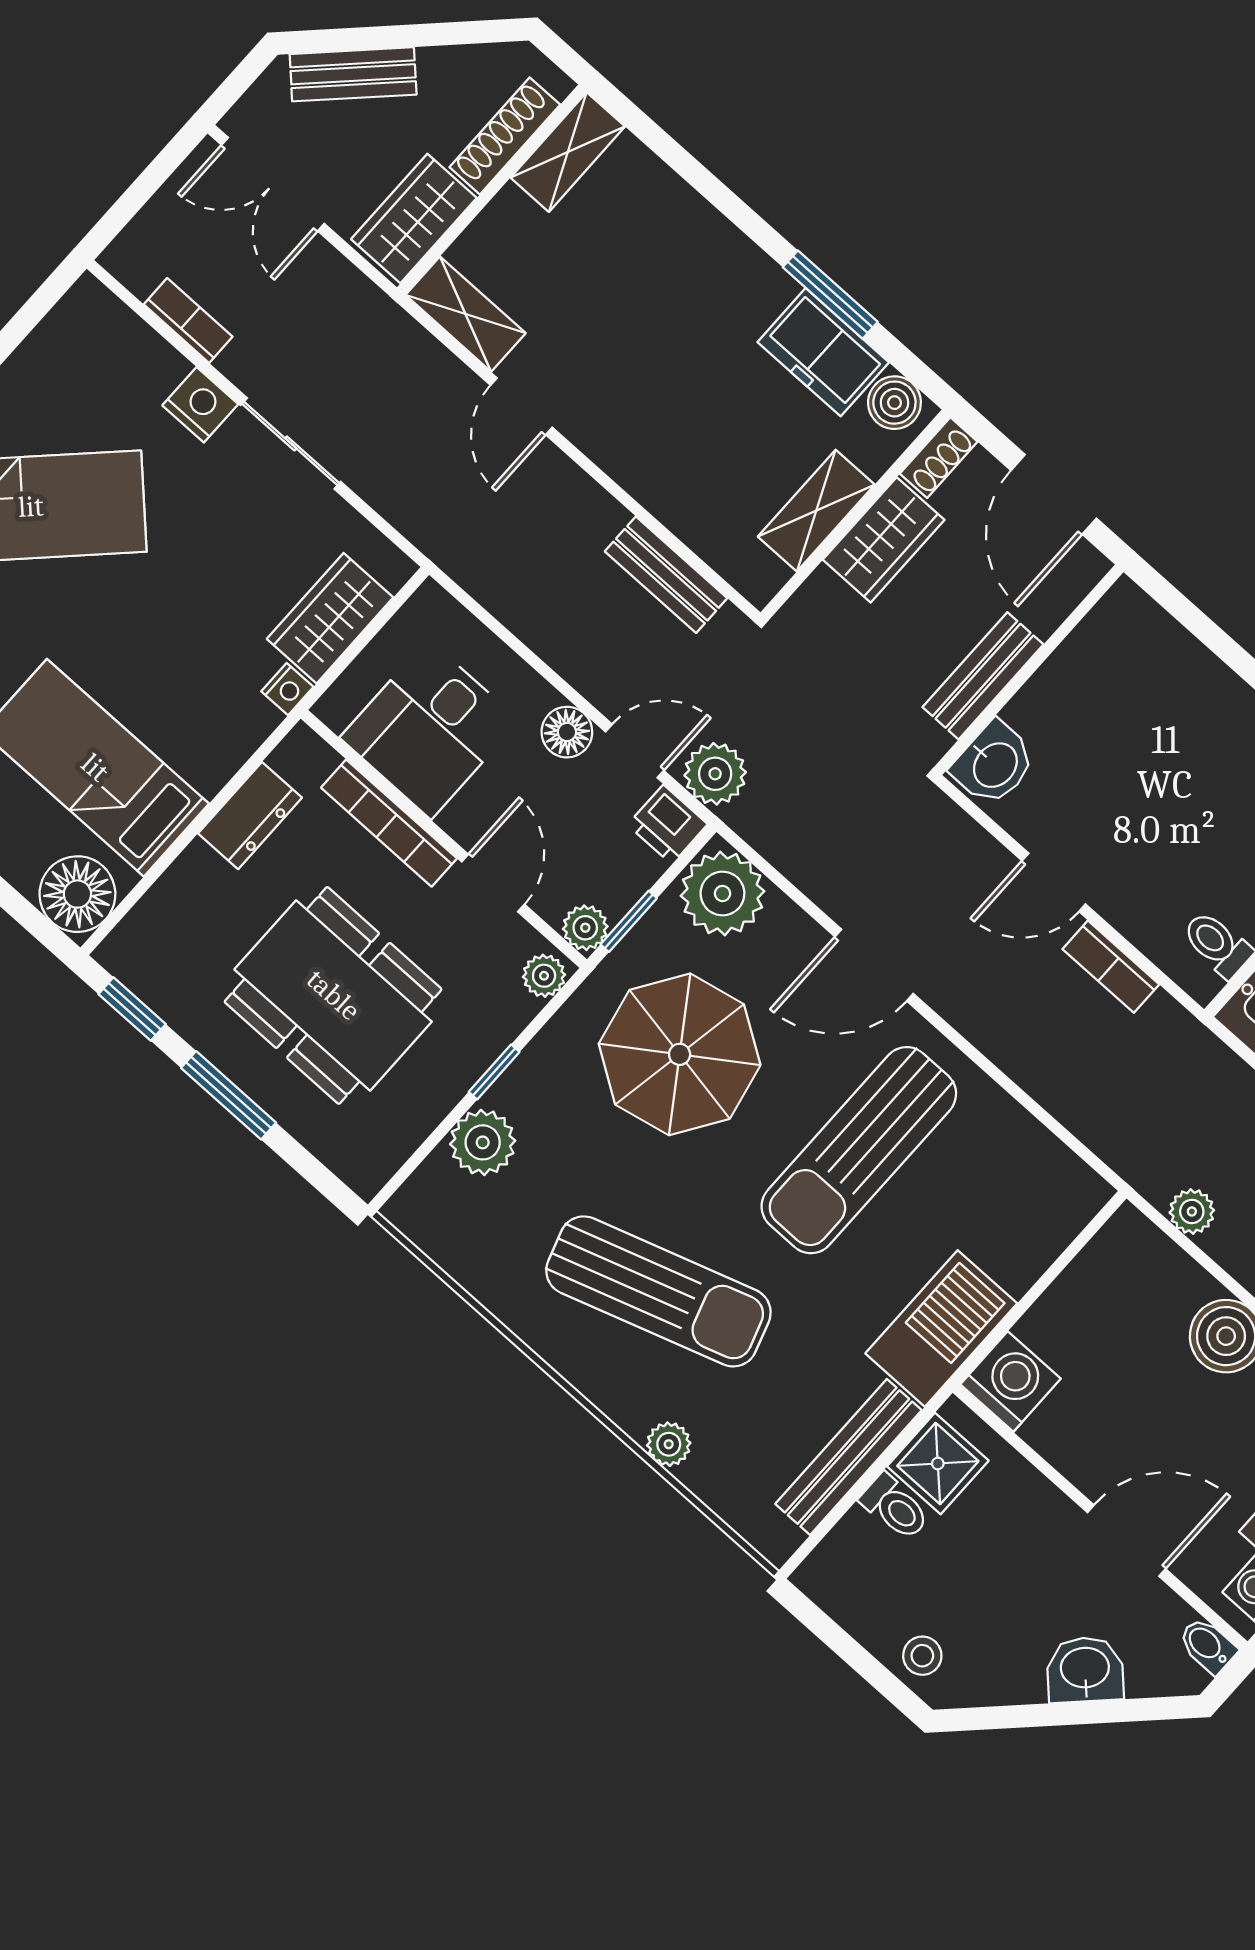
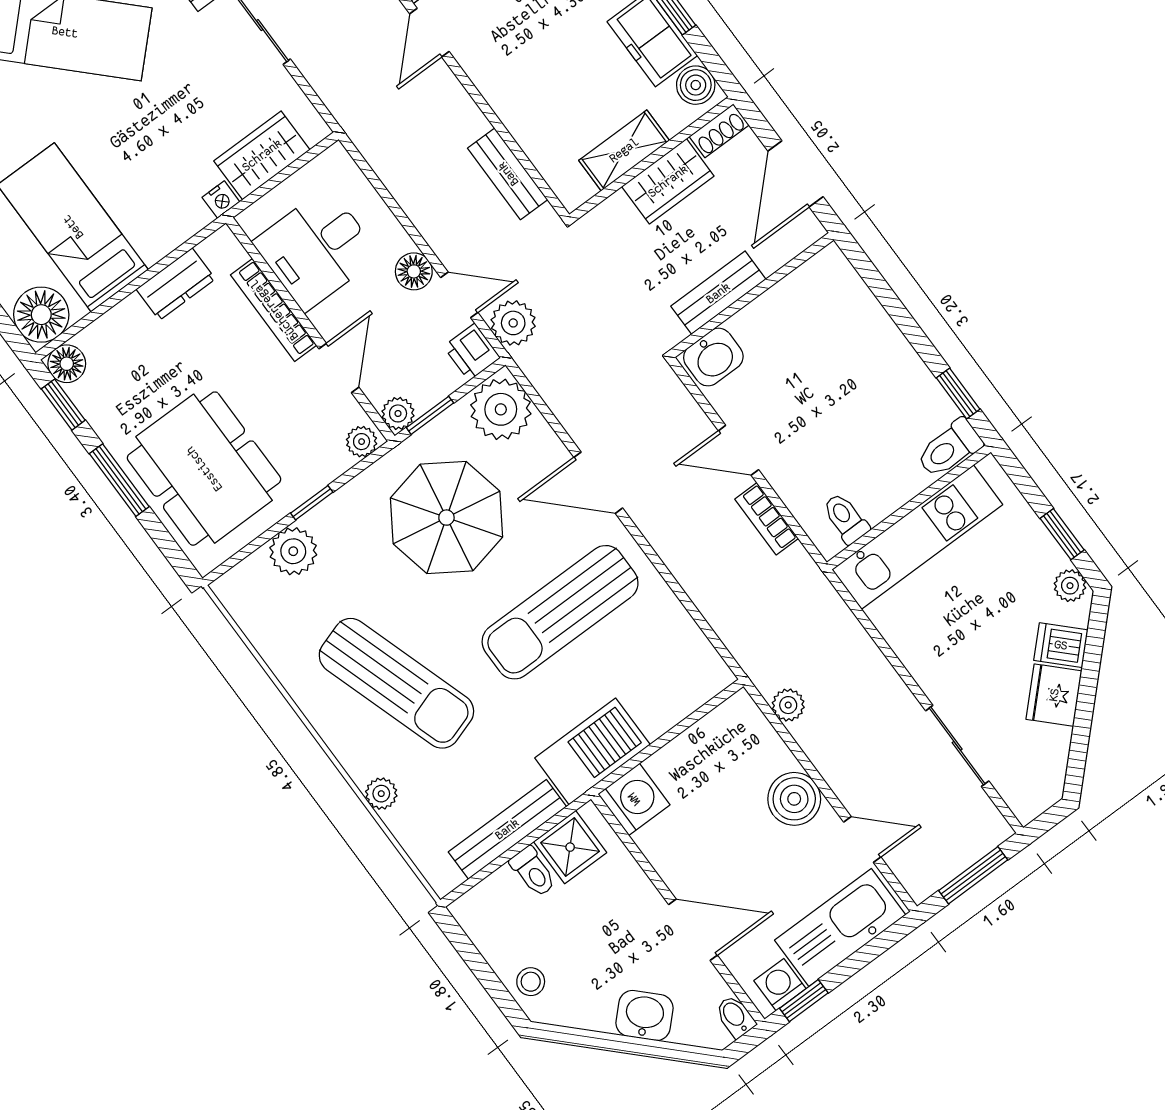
floor lamp: (125, 953) -> (67, 364), added
dining table: (333, 995) -> (204, 469), moved

